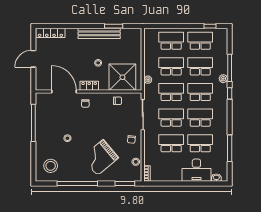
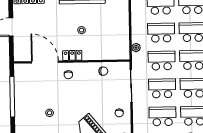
shower: (122, 77) -> (108, 45), removed

